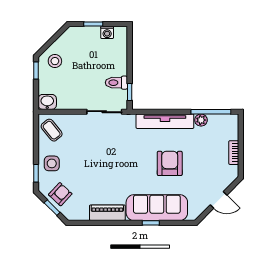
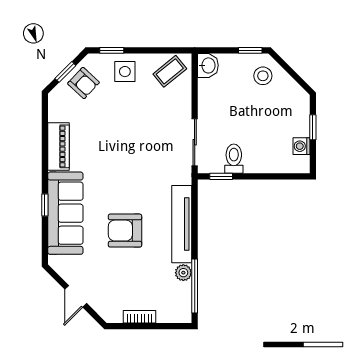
armchair: (170, 163) -> (125, 231), turned 180

